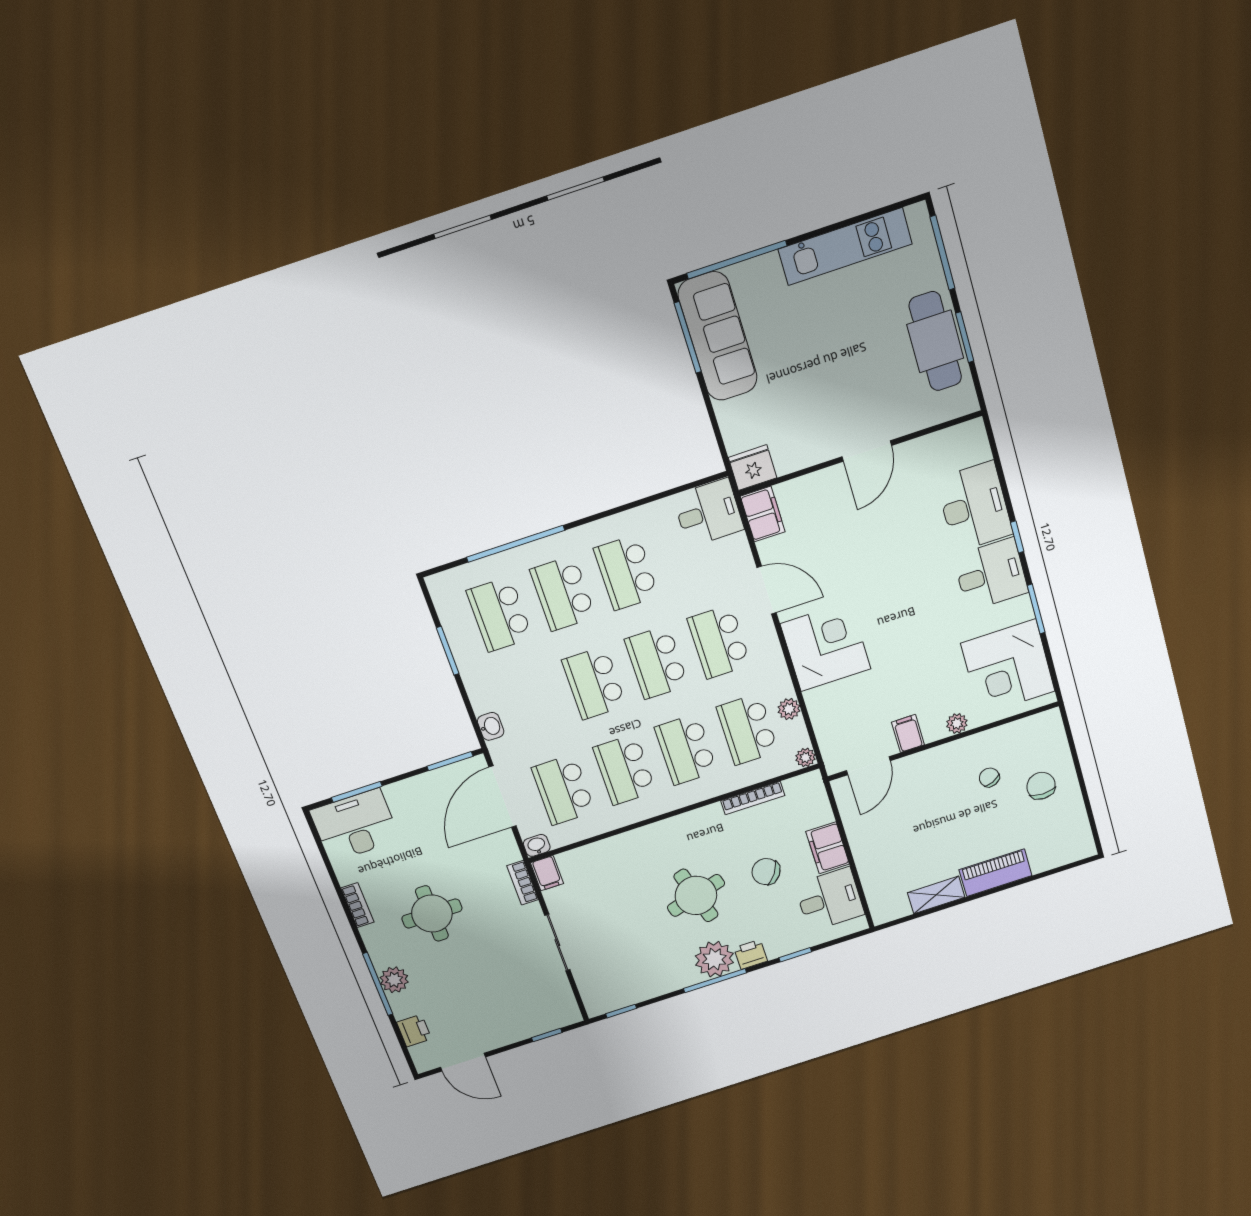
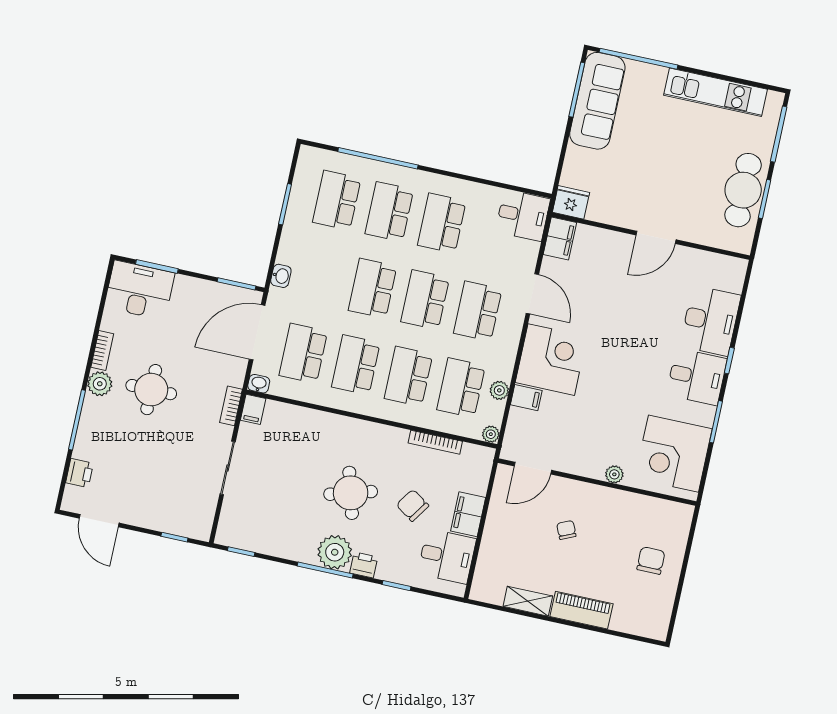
filing cabinet: (908, 733) -> (526, 398), moved, turned 90
chair: (989, 777) -> (566, 530), moved
plant: (394, 980) -> (100, 384), moved

